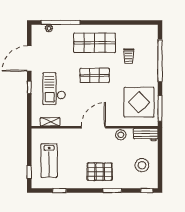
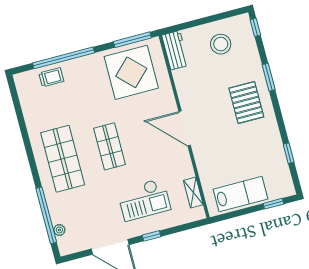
trolley: (129, 56) -> (51, 77), moved
stool: (121, 135) -> (185, 86), removed
lab bench: (49, 161) -> (240, 194), moved

